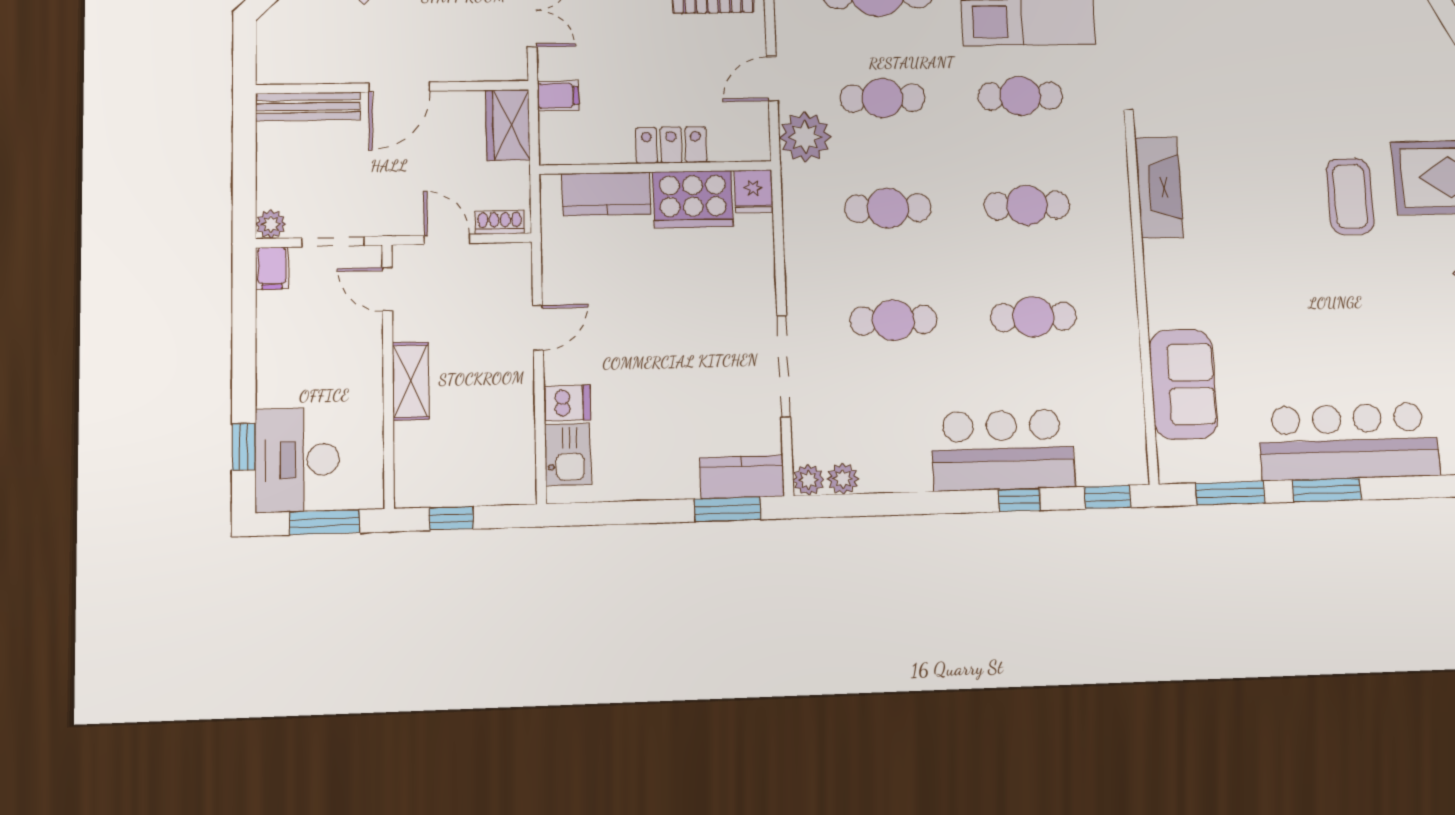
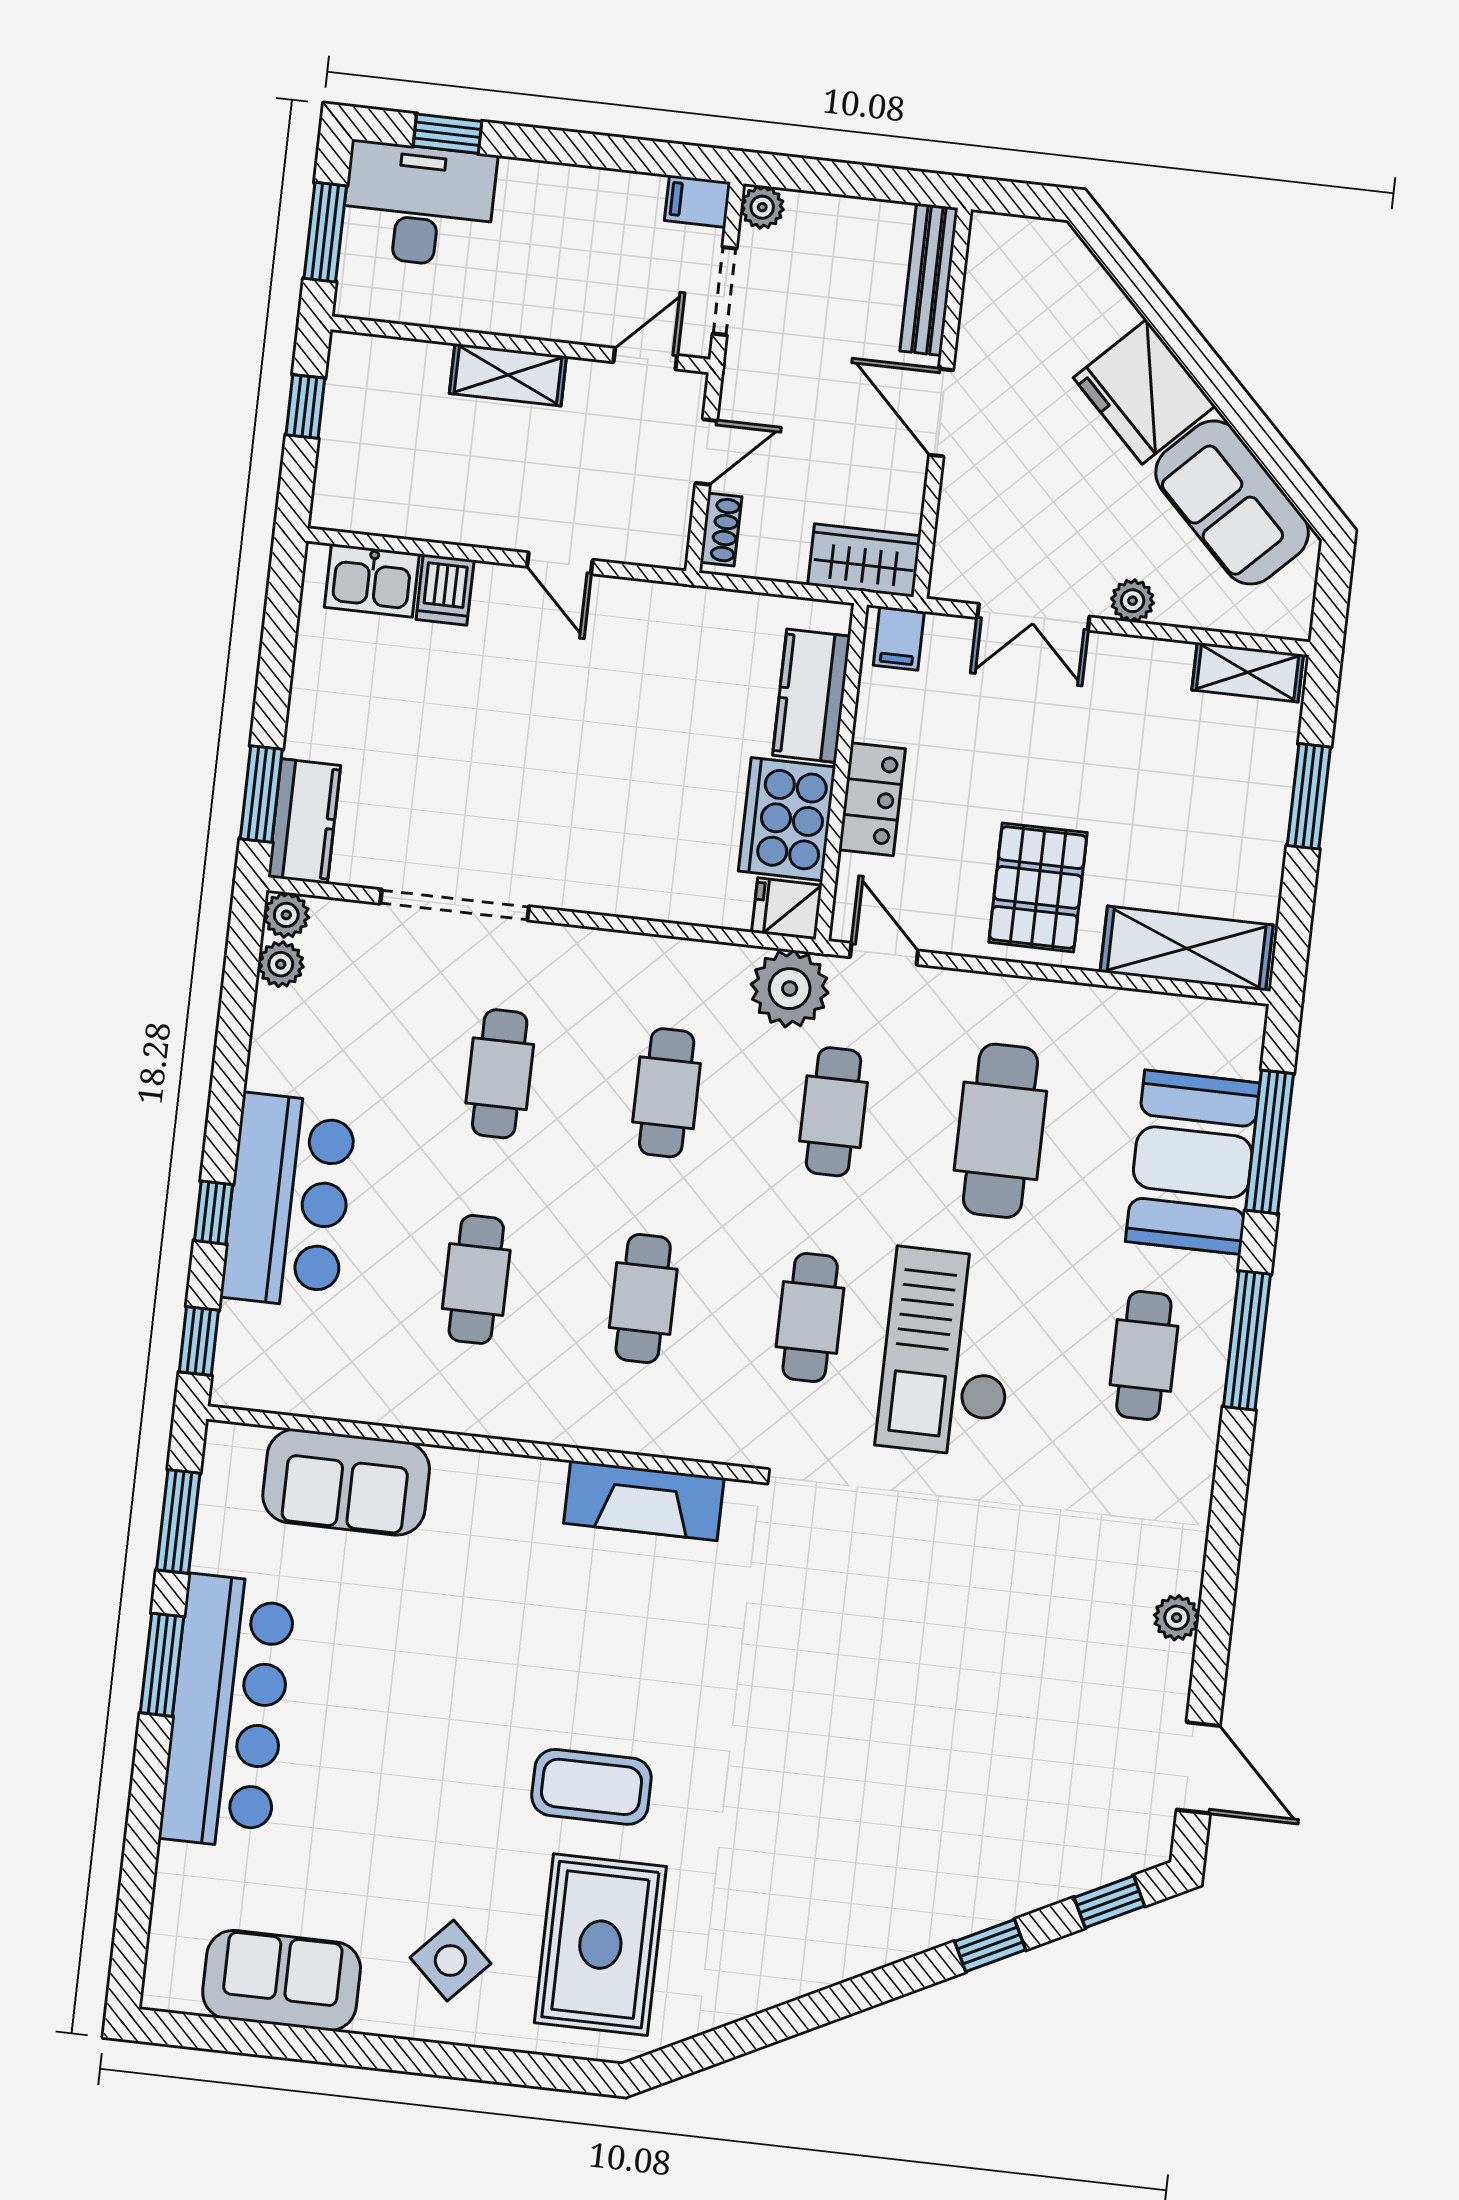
locker: (671, 145) -> (872, 799), moved
wall: (656, 168) -> (841, 772), moved
fridge: (753, 191) -> (787, 908), moved
kitchen counter: (607, 194) -> (811, 696), moved
cooker: (693, 199) -> (787, 819), moved

